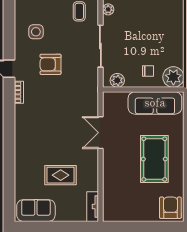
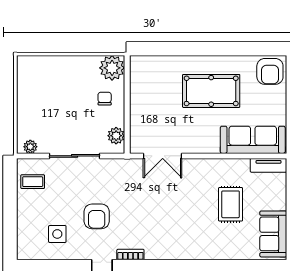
sofa: (155, 103) -> (253, 140), moved, turned -90
double door: (100, 133) -> (163, 156), moved
armchair: (170, 208) -> (270, 71), turned -90

